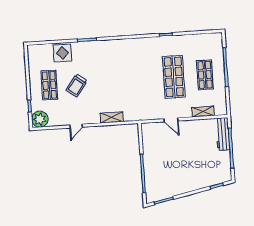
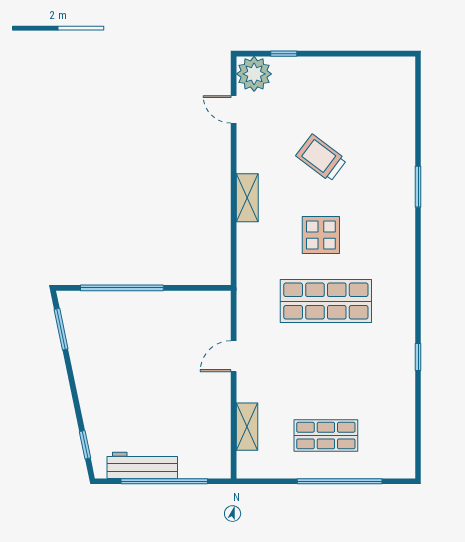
display table: (62, 53) -> (321, 235), moved
shop shelf: (174, 77) -> (326, 301), moved
shop shelf: (49, 85) -> (326, 99), removed
shelving: (112, 117) -> (247, 198), moved
door: (76, 126) -> (234, 109), moved
workbench: (223, 134) -> (142, 465), moved

